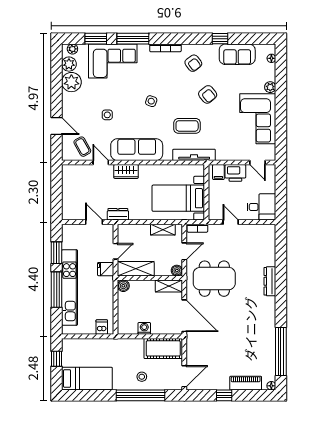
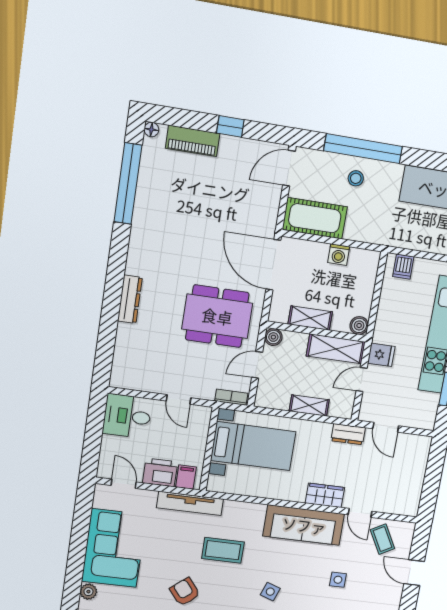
tv unit: (194, 155) -> (190, 503), moved
shelving: (163, 230) -> (309, 406), moved
shelving: (169, 286) -> (310, 318), moved

